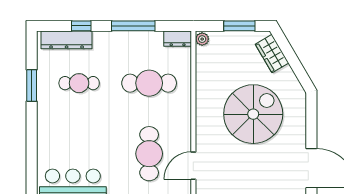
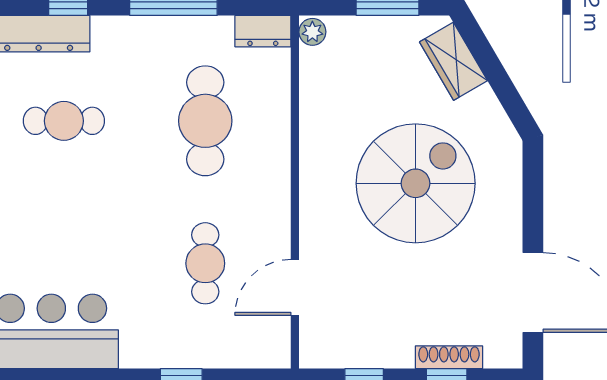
cafe table: (149, 83) -> (205, 121), turned 90
cafe table: (149, 154) -> (205, 263), width x0.73, depth x0.74

